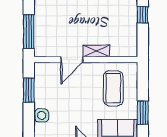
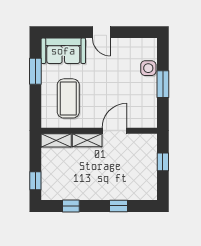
window: (29, 32) -> (163, 162), width x0.46
shelving: (124, 51) -> (56, 140), added
window: (29, 90) -> (163, 84), moved

